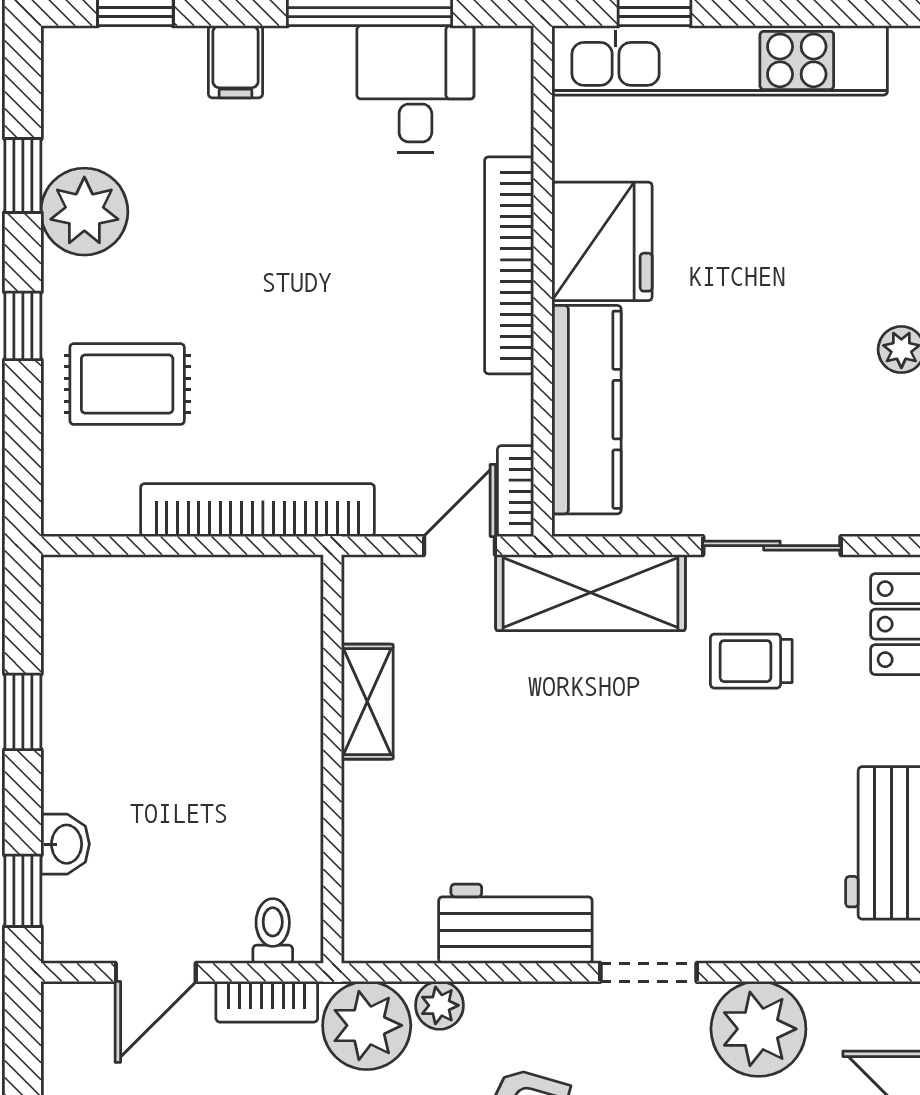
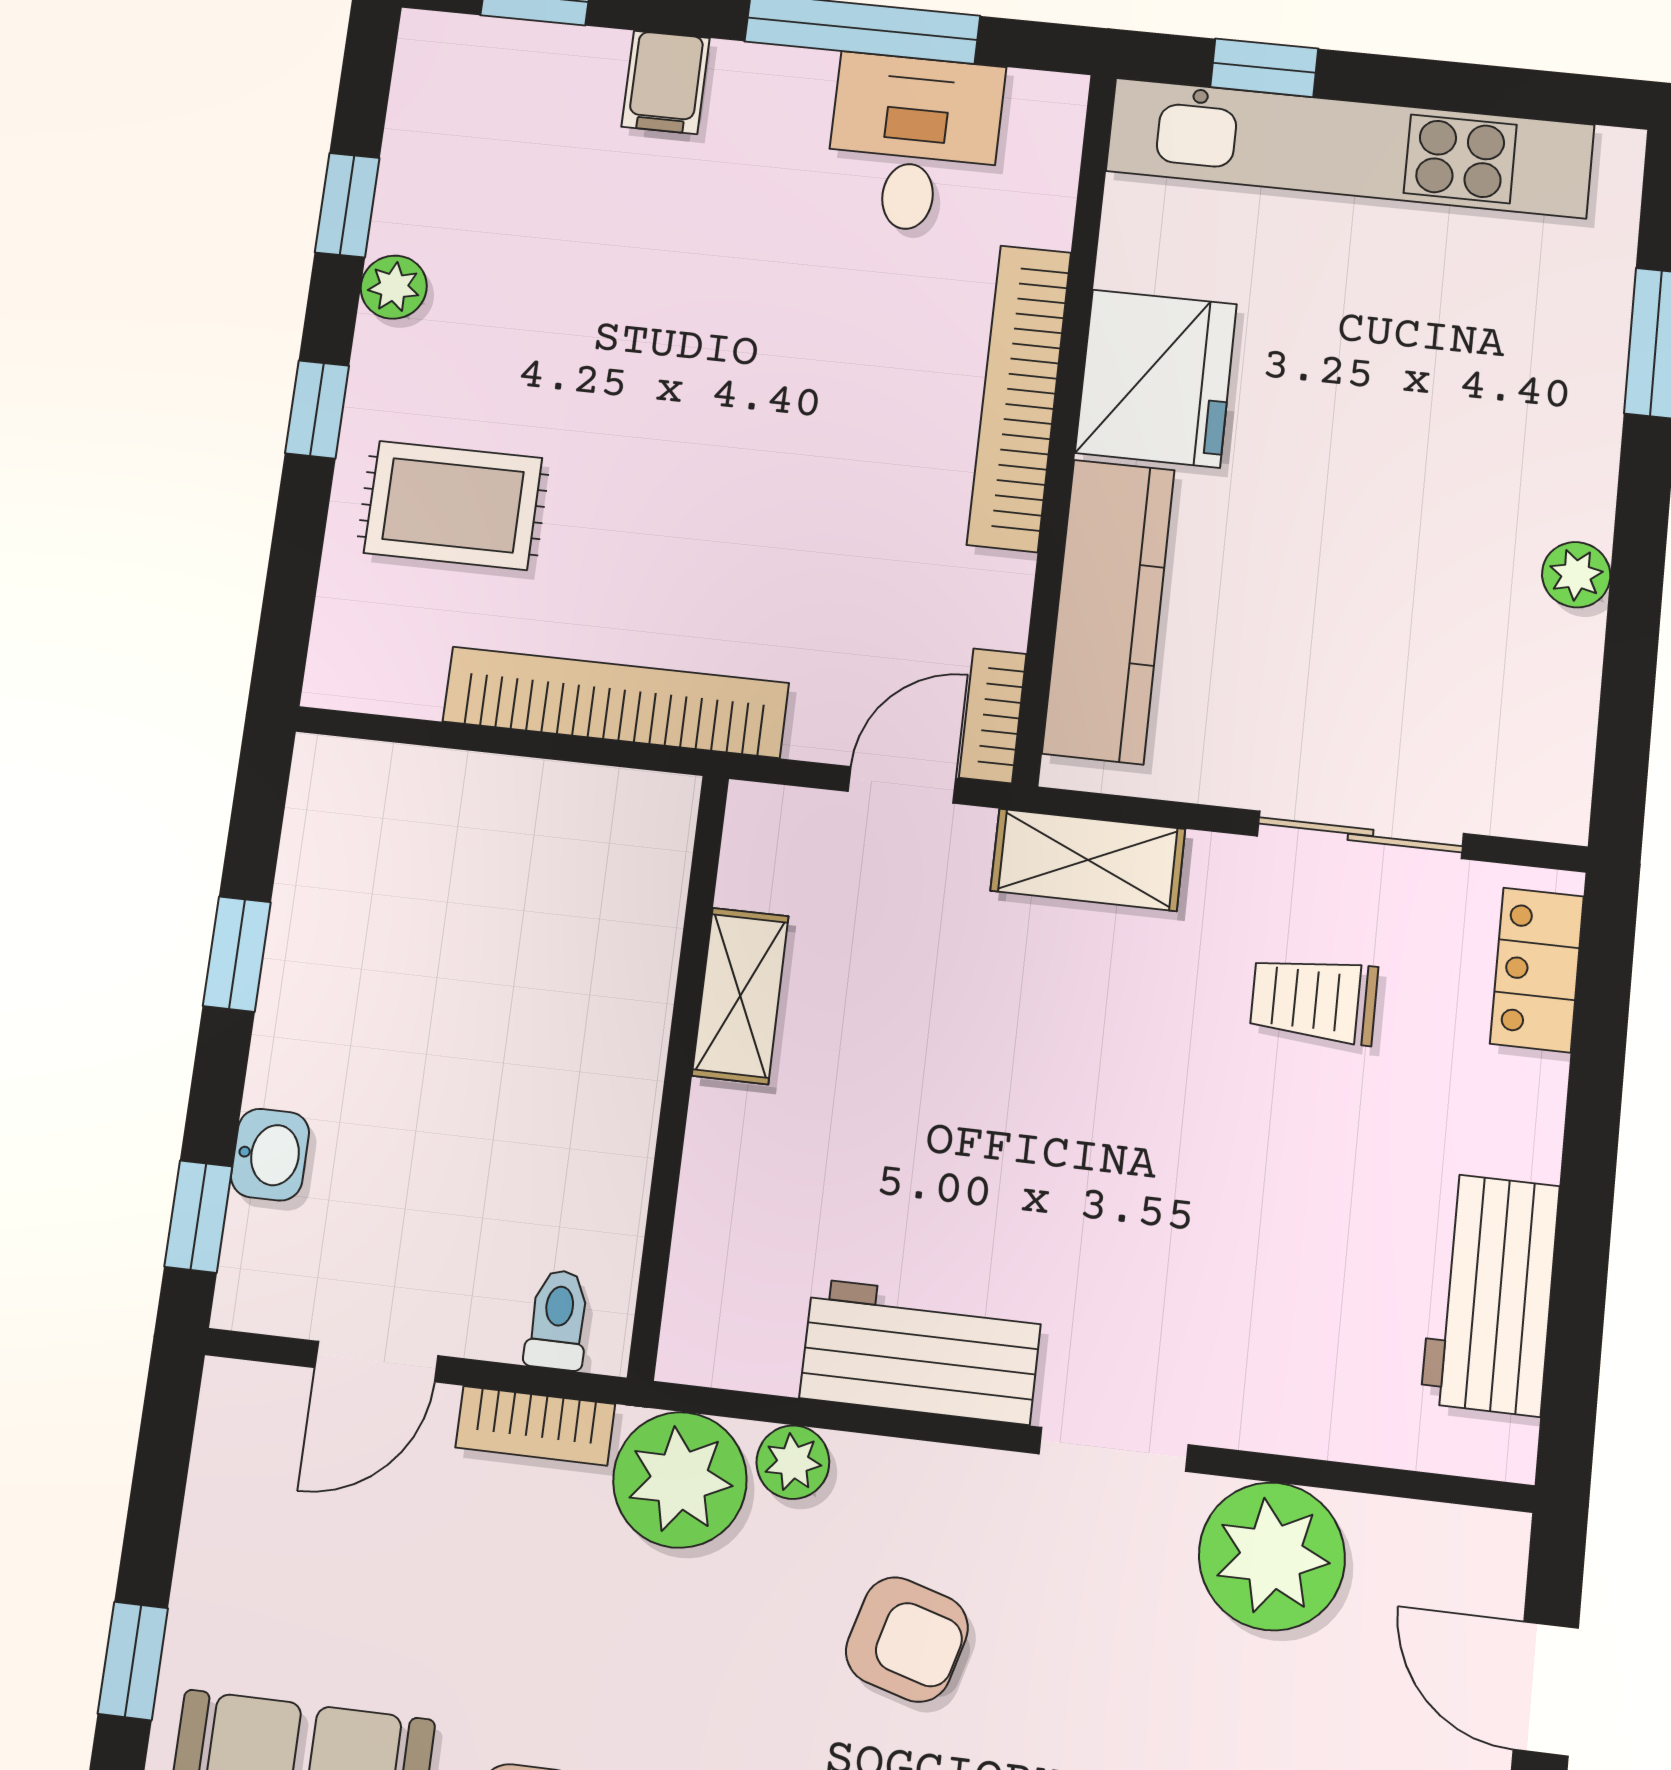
plant: (84, 212) -> (394, 287), width x0.53, depth x0.53
shelving: (591, 593) -> (1088, 860), width x0.67, depth x0.75

